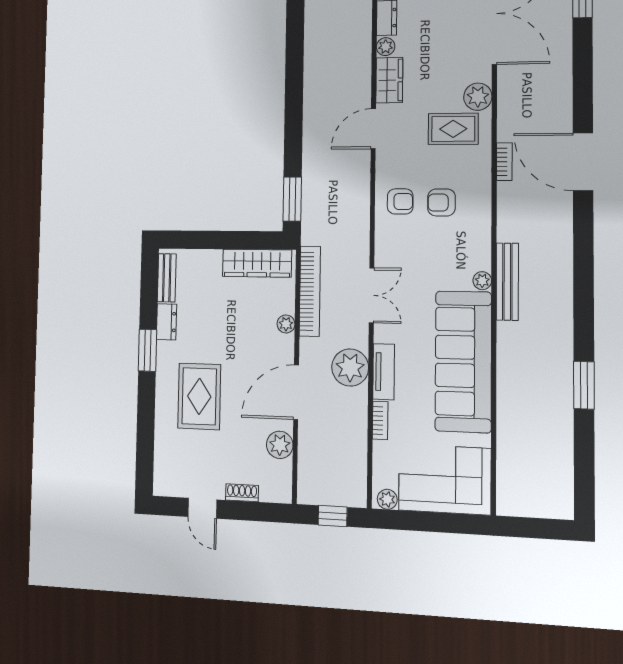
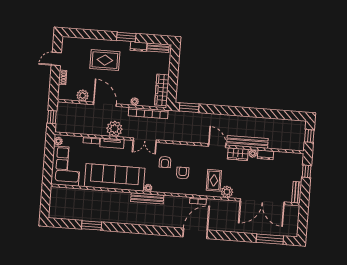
bench: (360, 61) -> (247, 142), added
armchair: (400, 201) -> (165, 162), moved
window: (584, 385) -> (92, 225), moved

